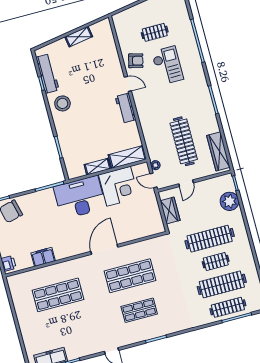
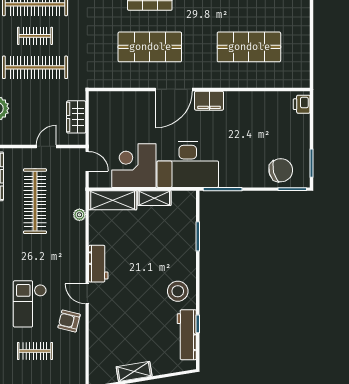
plant: (155, 165) -> (79, 215), moved
filing cabinet: (43, 257) -> (209, 101), moved

